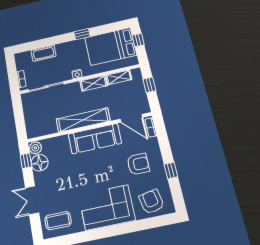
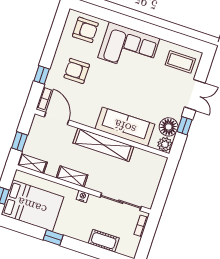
shelving: (119, 77) -> (32, 164), moved
sofa: (95, 139) -> (125, 127), moved
window: (26, 161) -> (185, 126), moved
window: (171, 170) -> (42, 75), moved
armchair: (151, 202) -> (85, 30), turned -80

